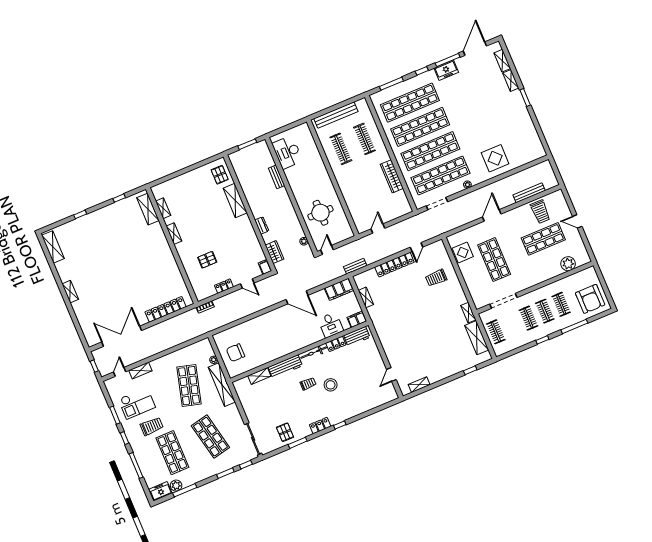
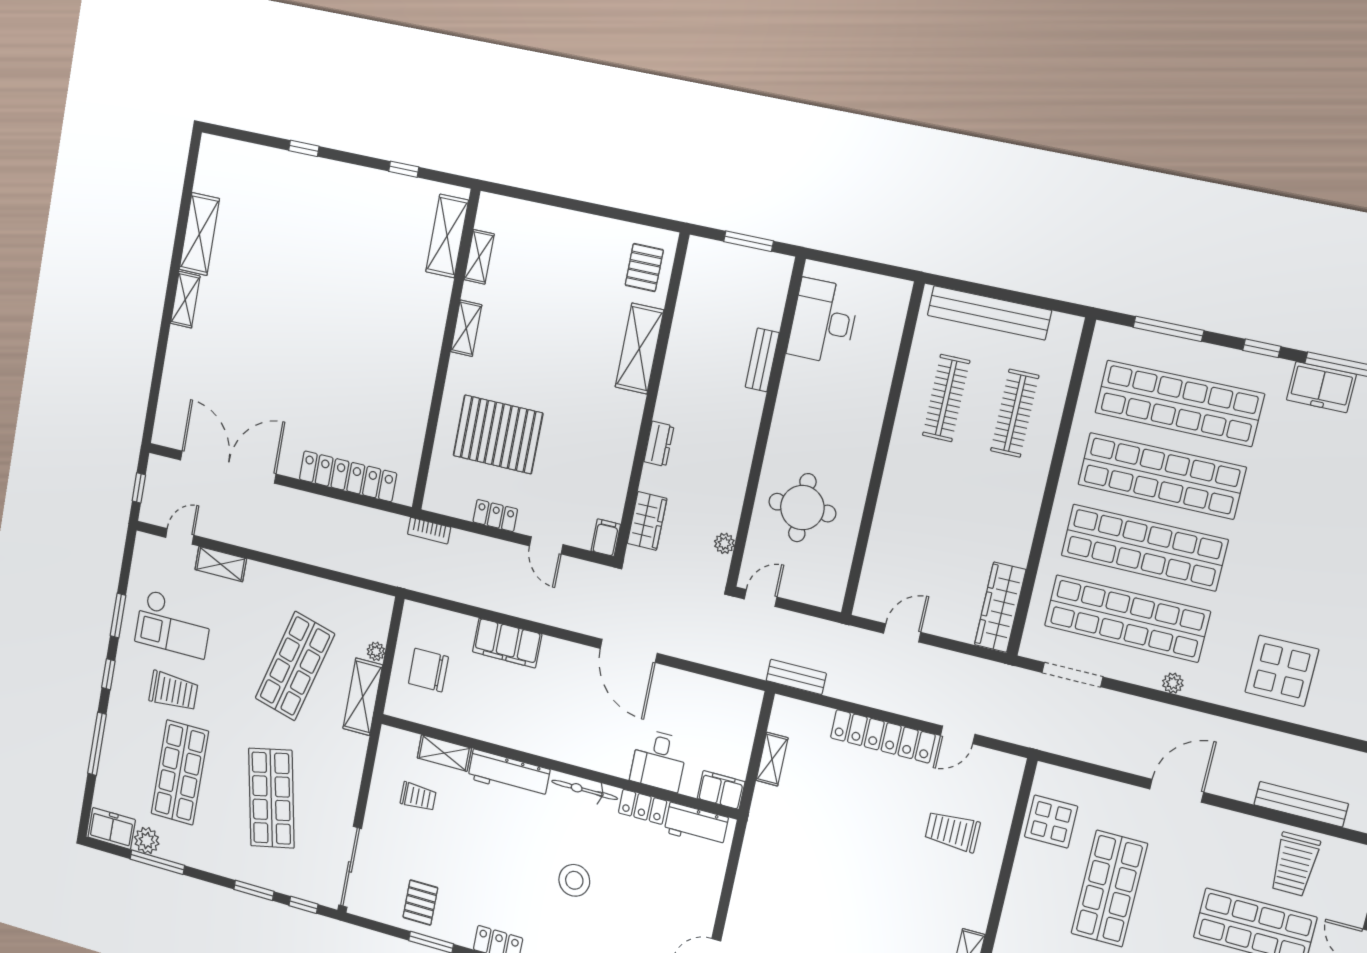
wardrobe: (392, 176) -> (1000, 607), moved
shelving: (53, 247) -> (199, 234), moved
pallet: (207, 260) -> (498, 434), width x2.05, depth x2.00
filing cabinet: (339, 289) -> (507, 643), moved
trolley: (308, 384) -> (418, 797), moved
shelving: (222, 385) -> (363, 697), width x0.68

